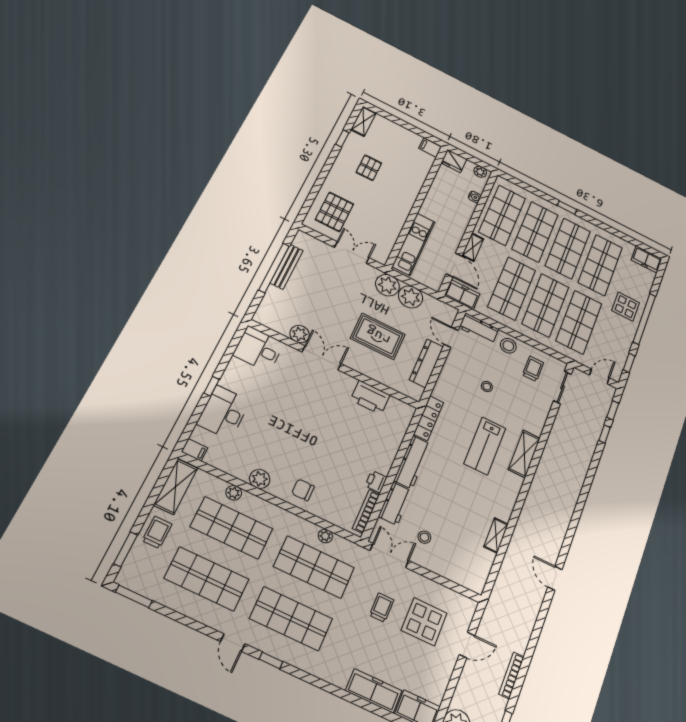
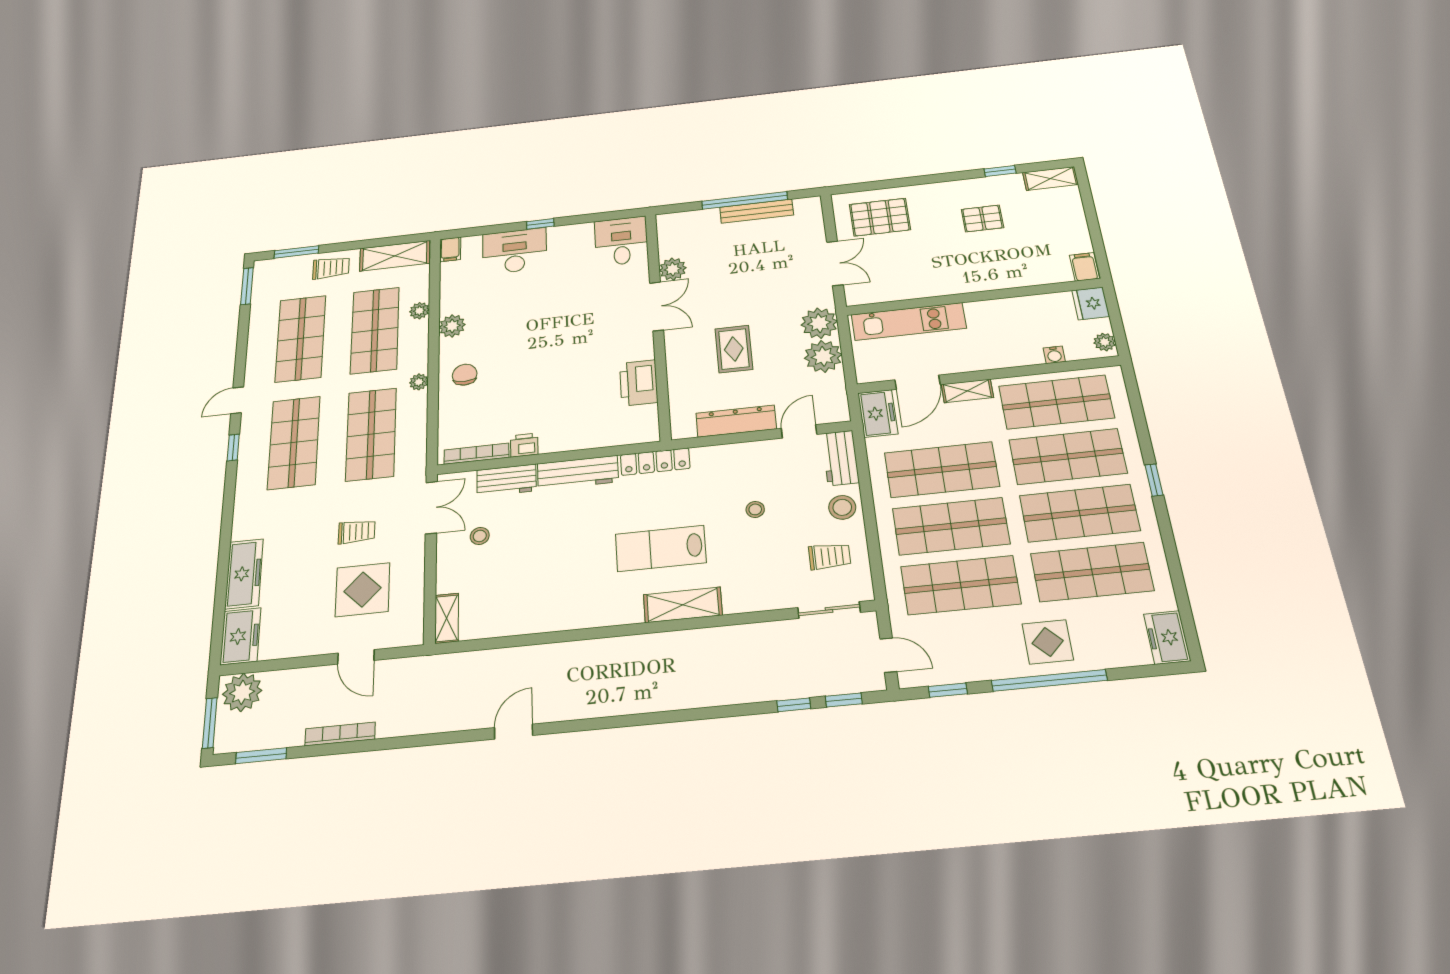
rug: (378, 336) -> (734, 349), width x0.73, depth x0.70
shelving: (496, 535) -> (447, 618), moved, turned 90
plant: (325, 536) -> (419, 382), moved

